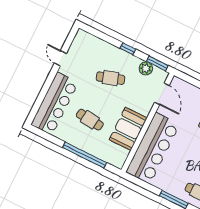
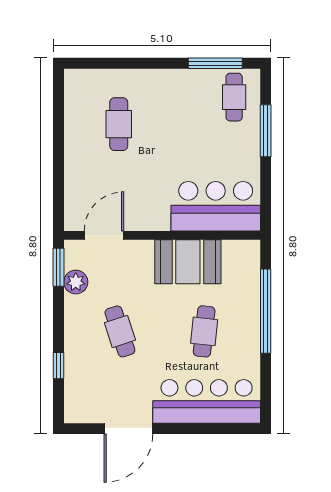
window: (128, 49) -> (58, 366), moved
door: (60, 58) -> (128, 429), width x1.88
bar counter: (153, 148) -> (216, 206), width x0.73

